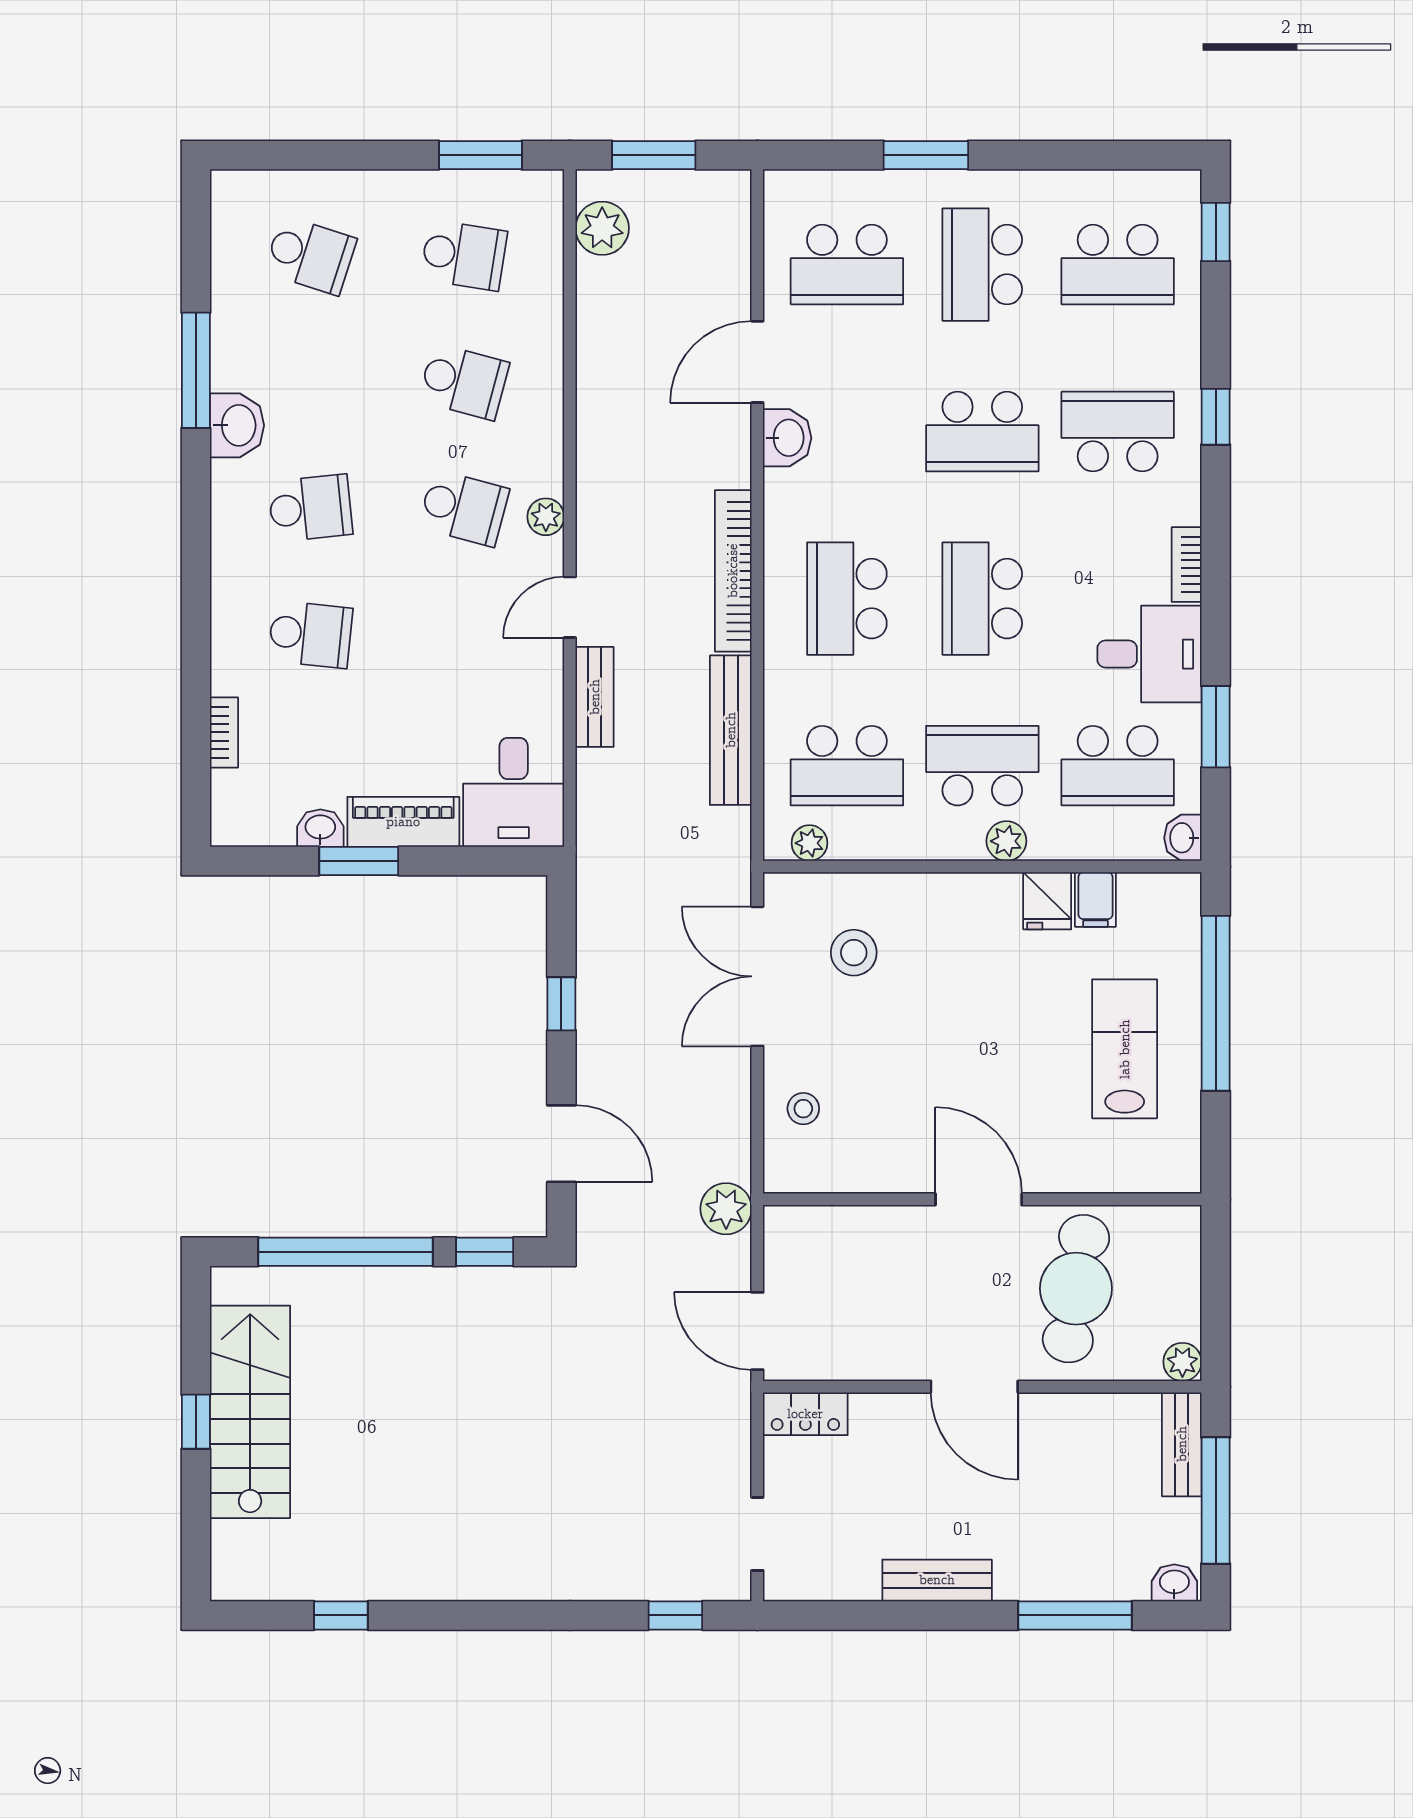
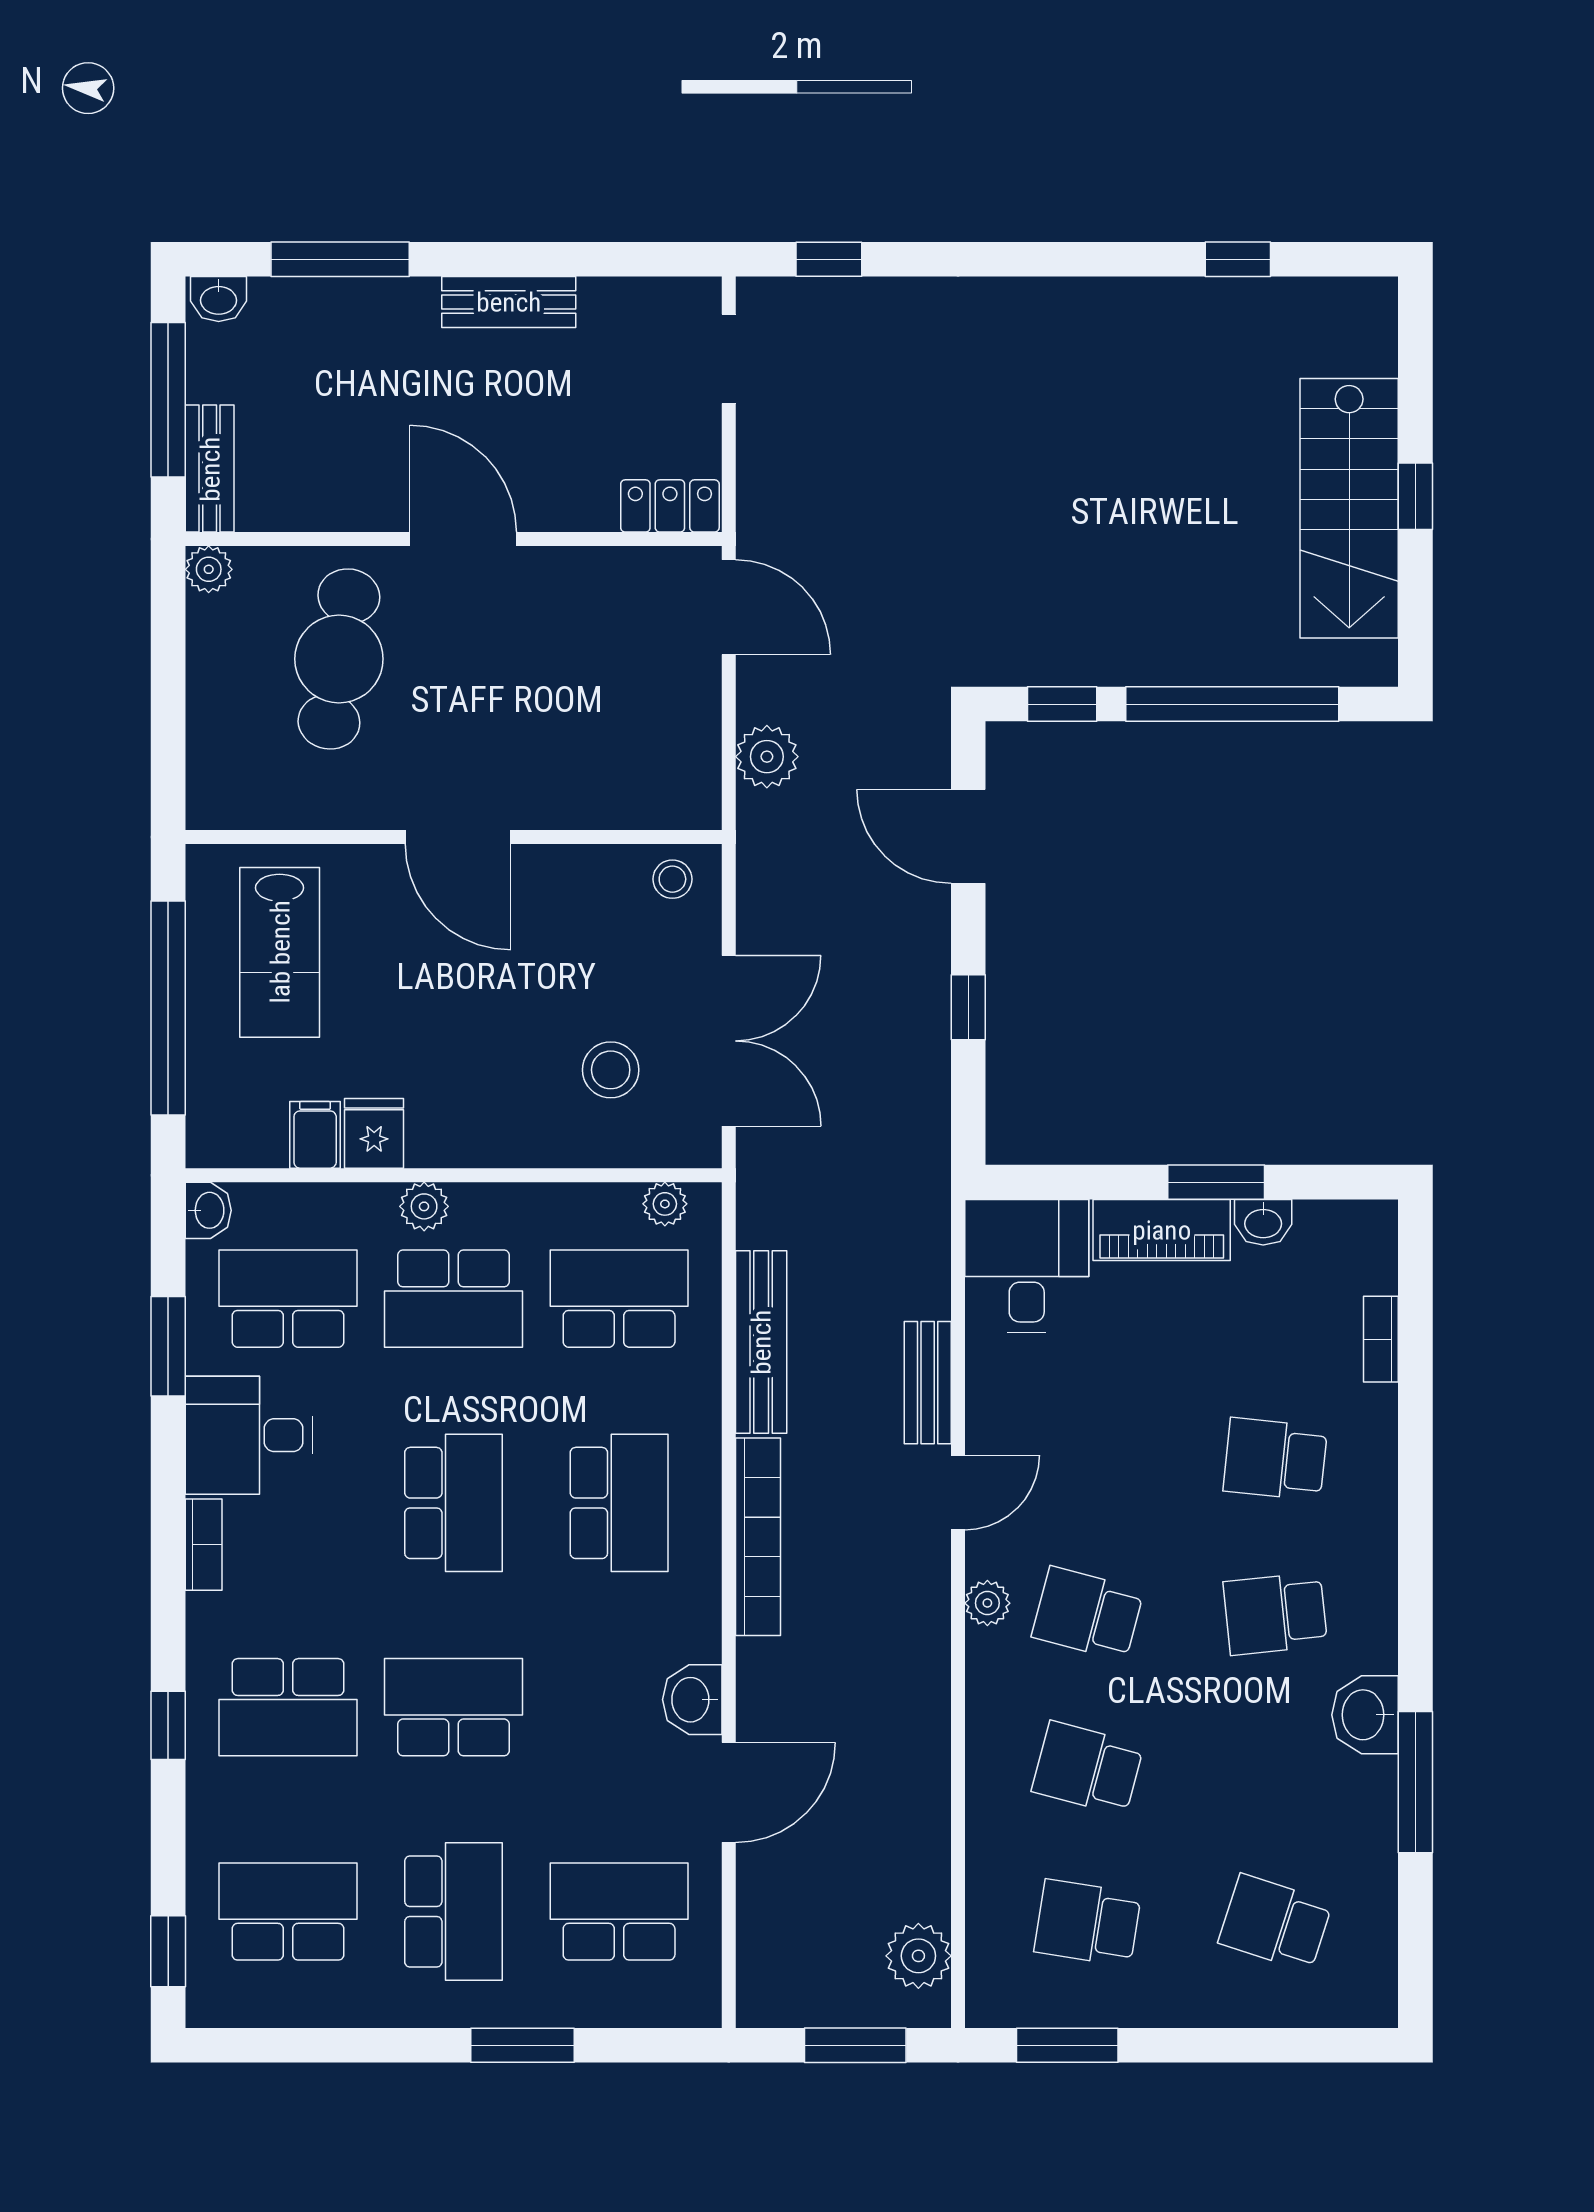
door: (979, 1199) -> (458, 837), moved
wall: (982, 1199) -> (454, 837), moved

